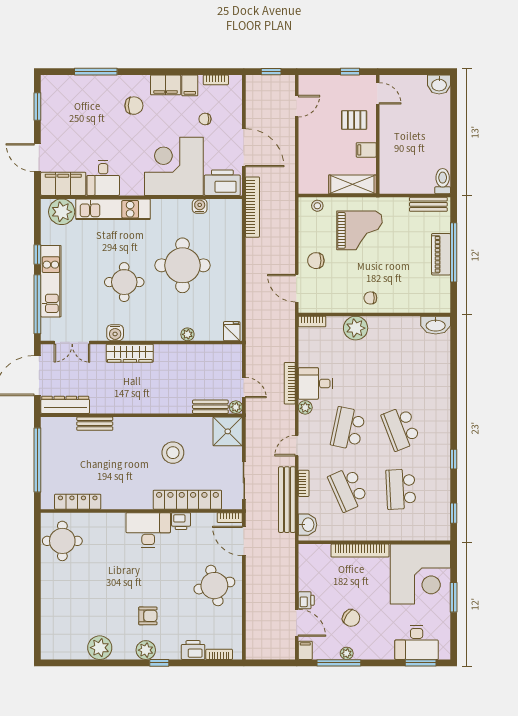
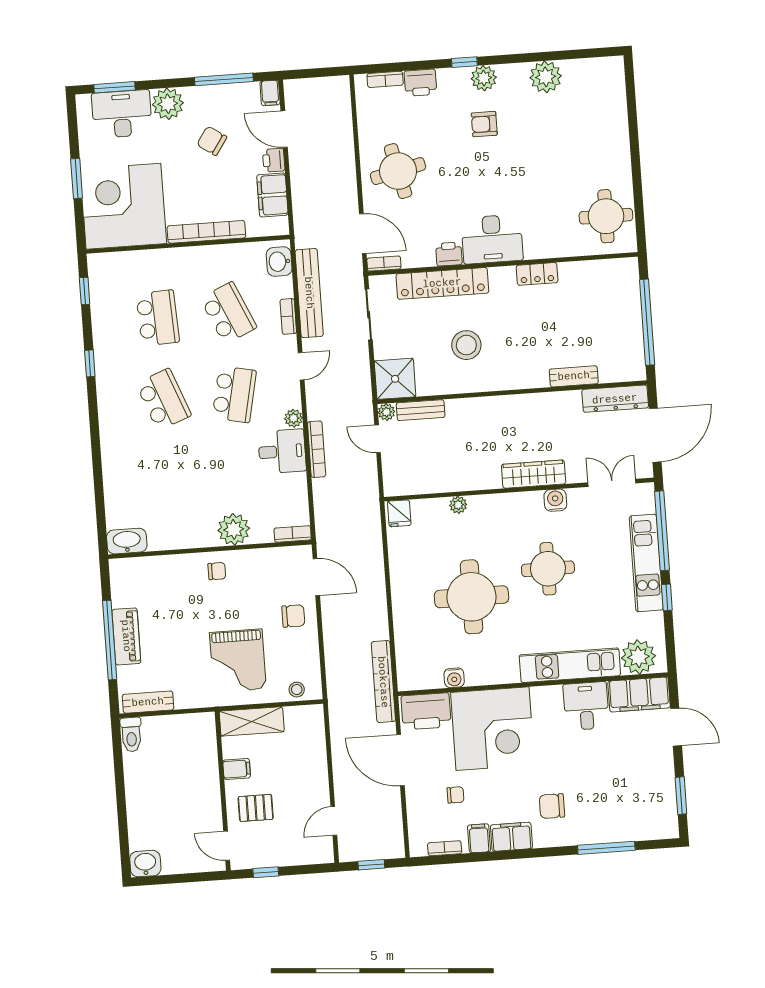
grand piano: (359, 230) -> (238, 661), turned -90
locker: (78, 502) -> (537, 274), moved, width x0.66
filing cabinet: (309, 574) -> (272, 195), added
plant: (347, 653) -> (168, 104), moved, width x1.88, depth x1.88

